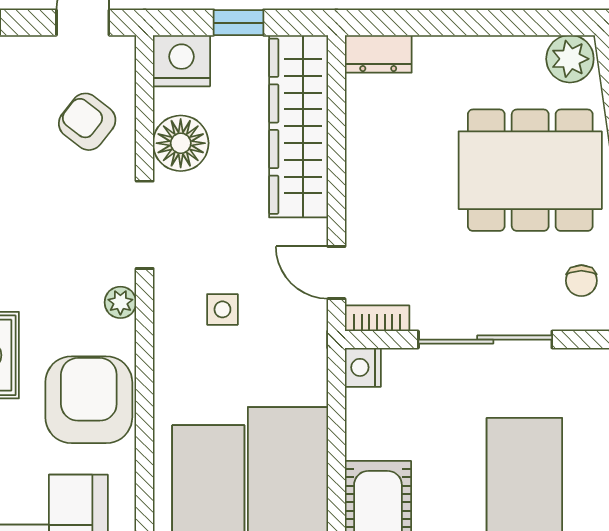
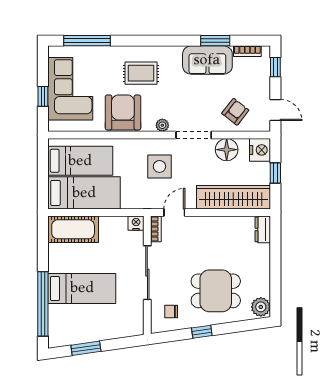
dining table: (530, 170) -> (216, 291), width x0.73
side table: (222, 309) -> (159, 166), width x1.87, depth x1.87
armchair: (89, 400) -> (123, 112), turned -90

